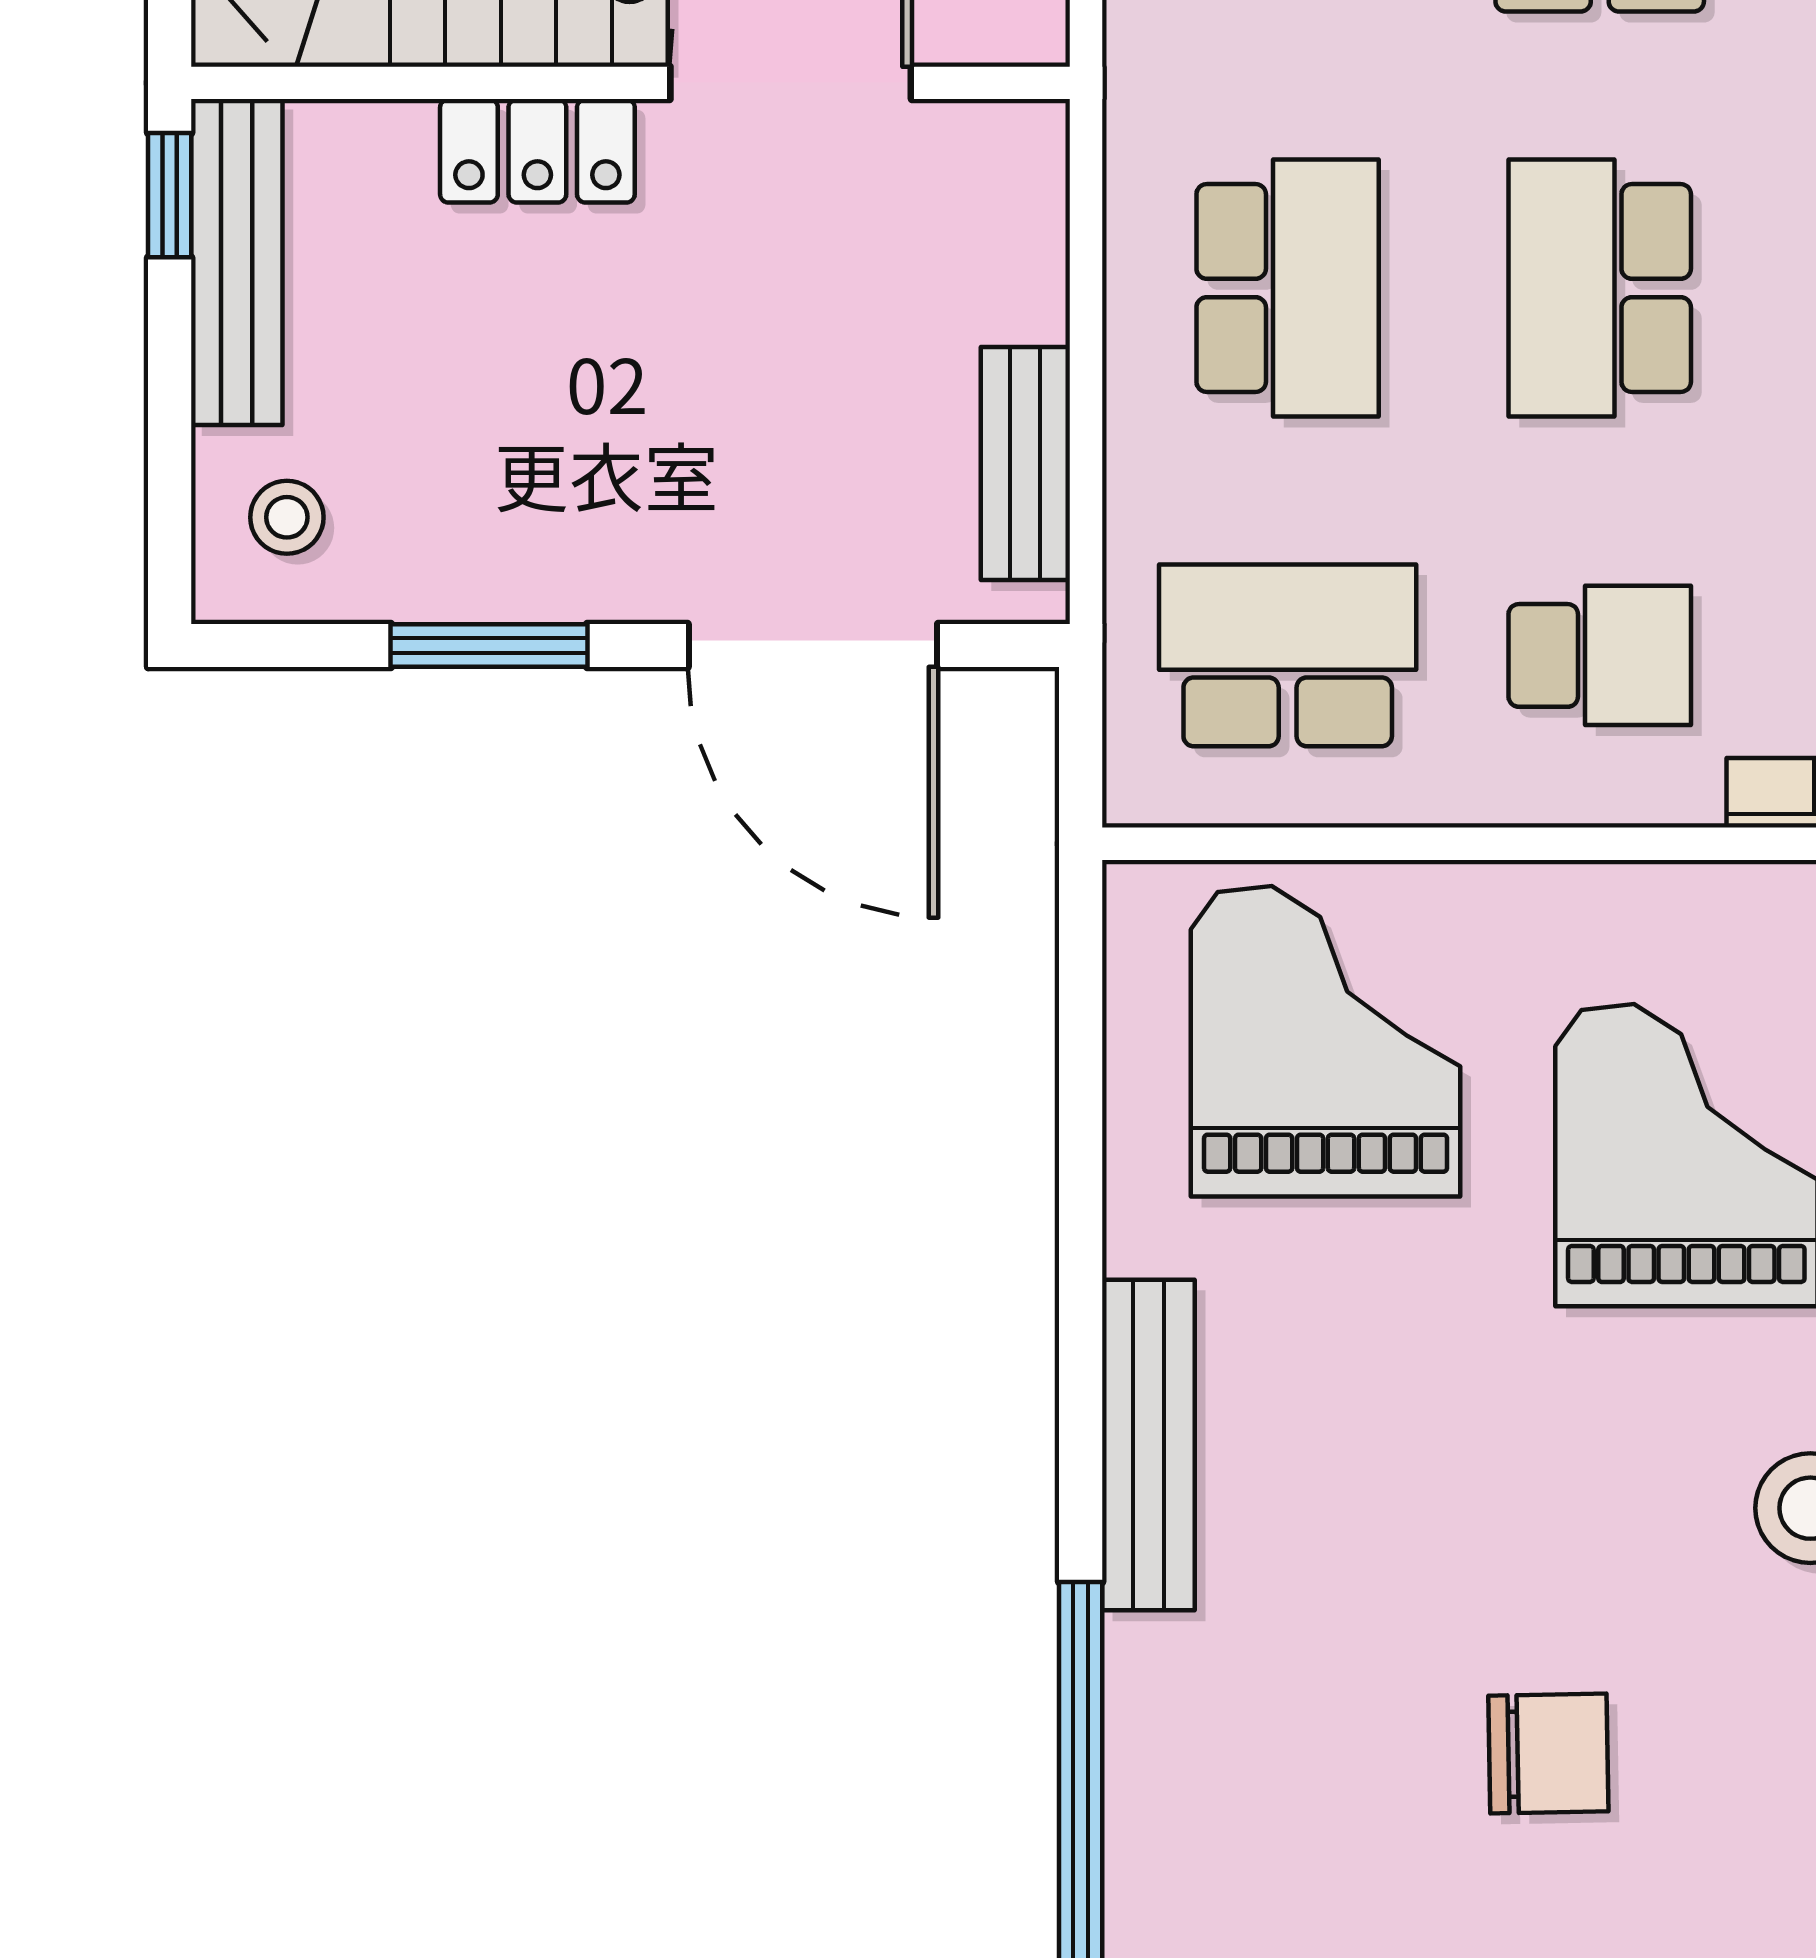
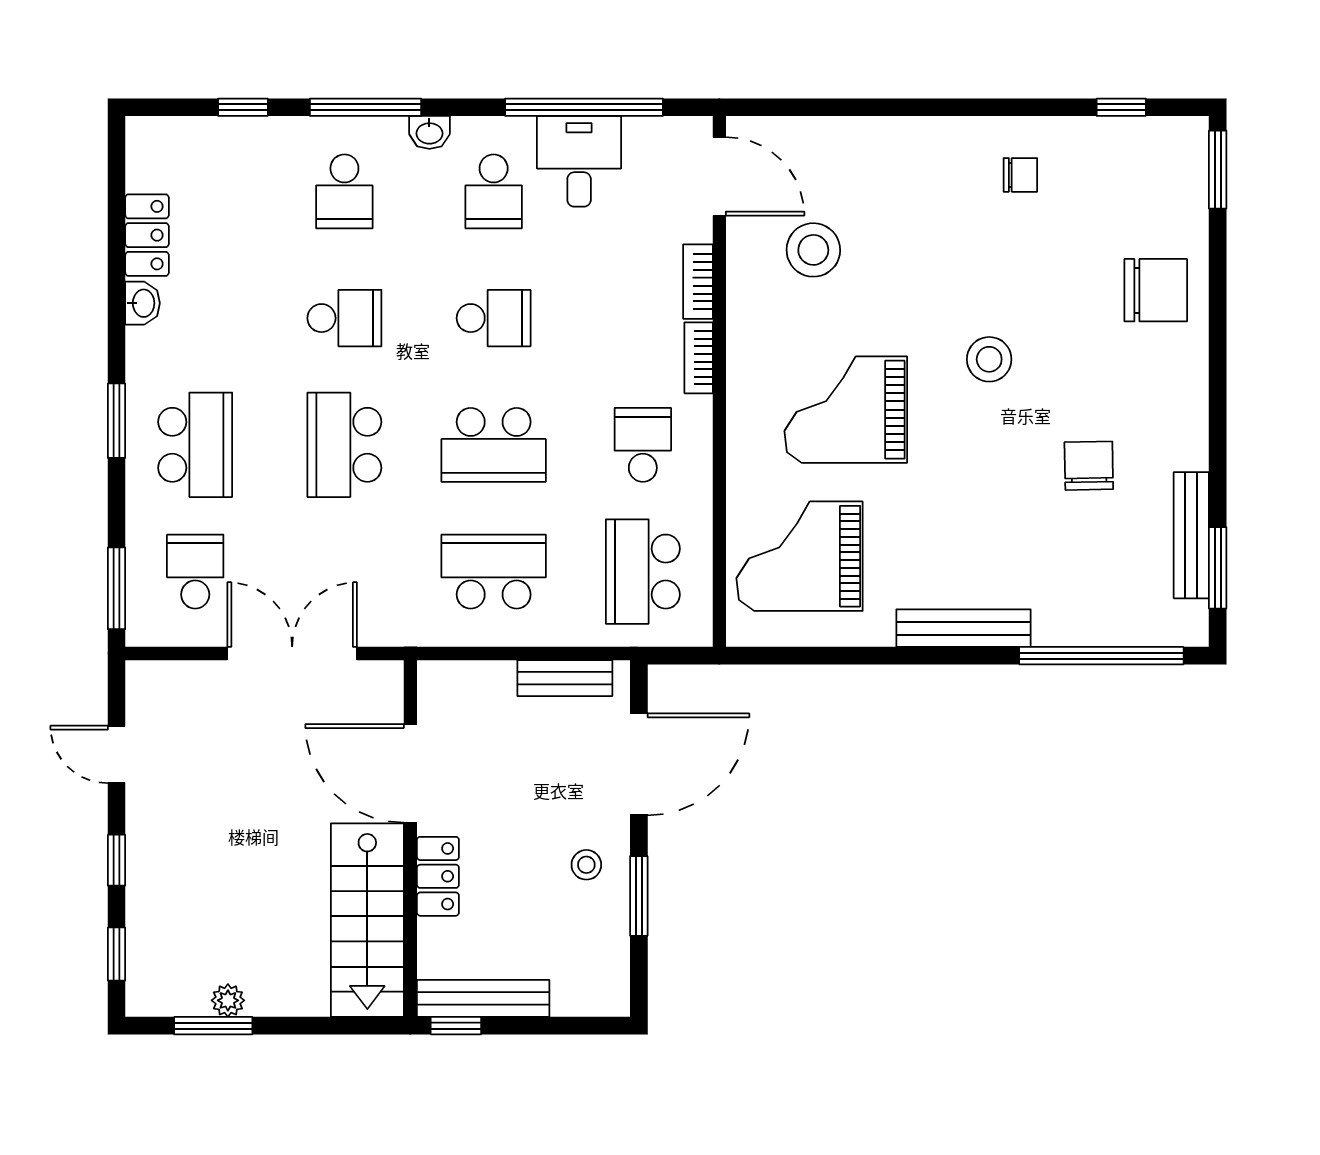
stool: (287, 517) -> (586, 865), moved

